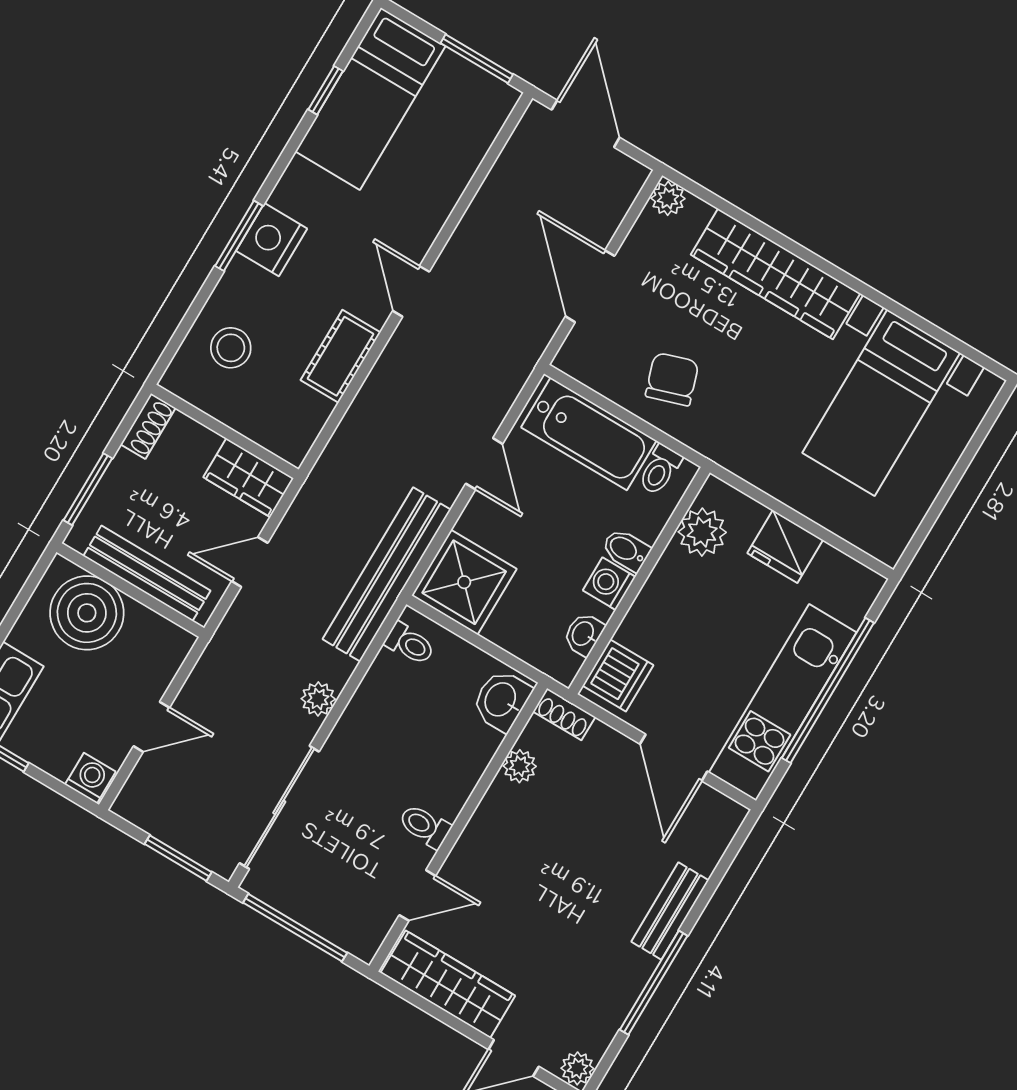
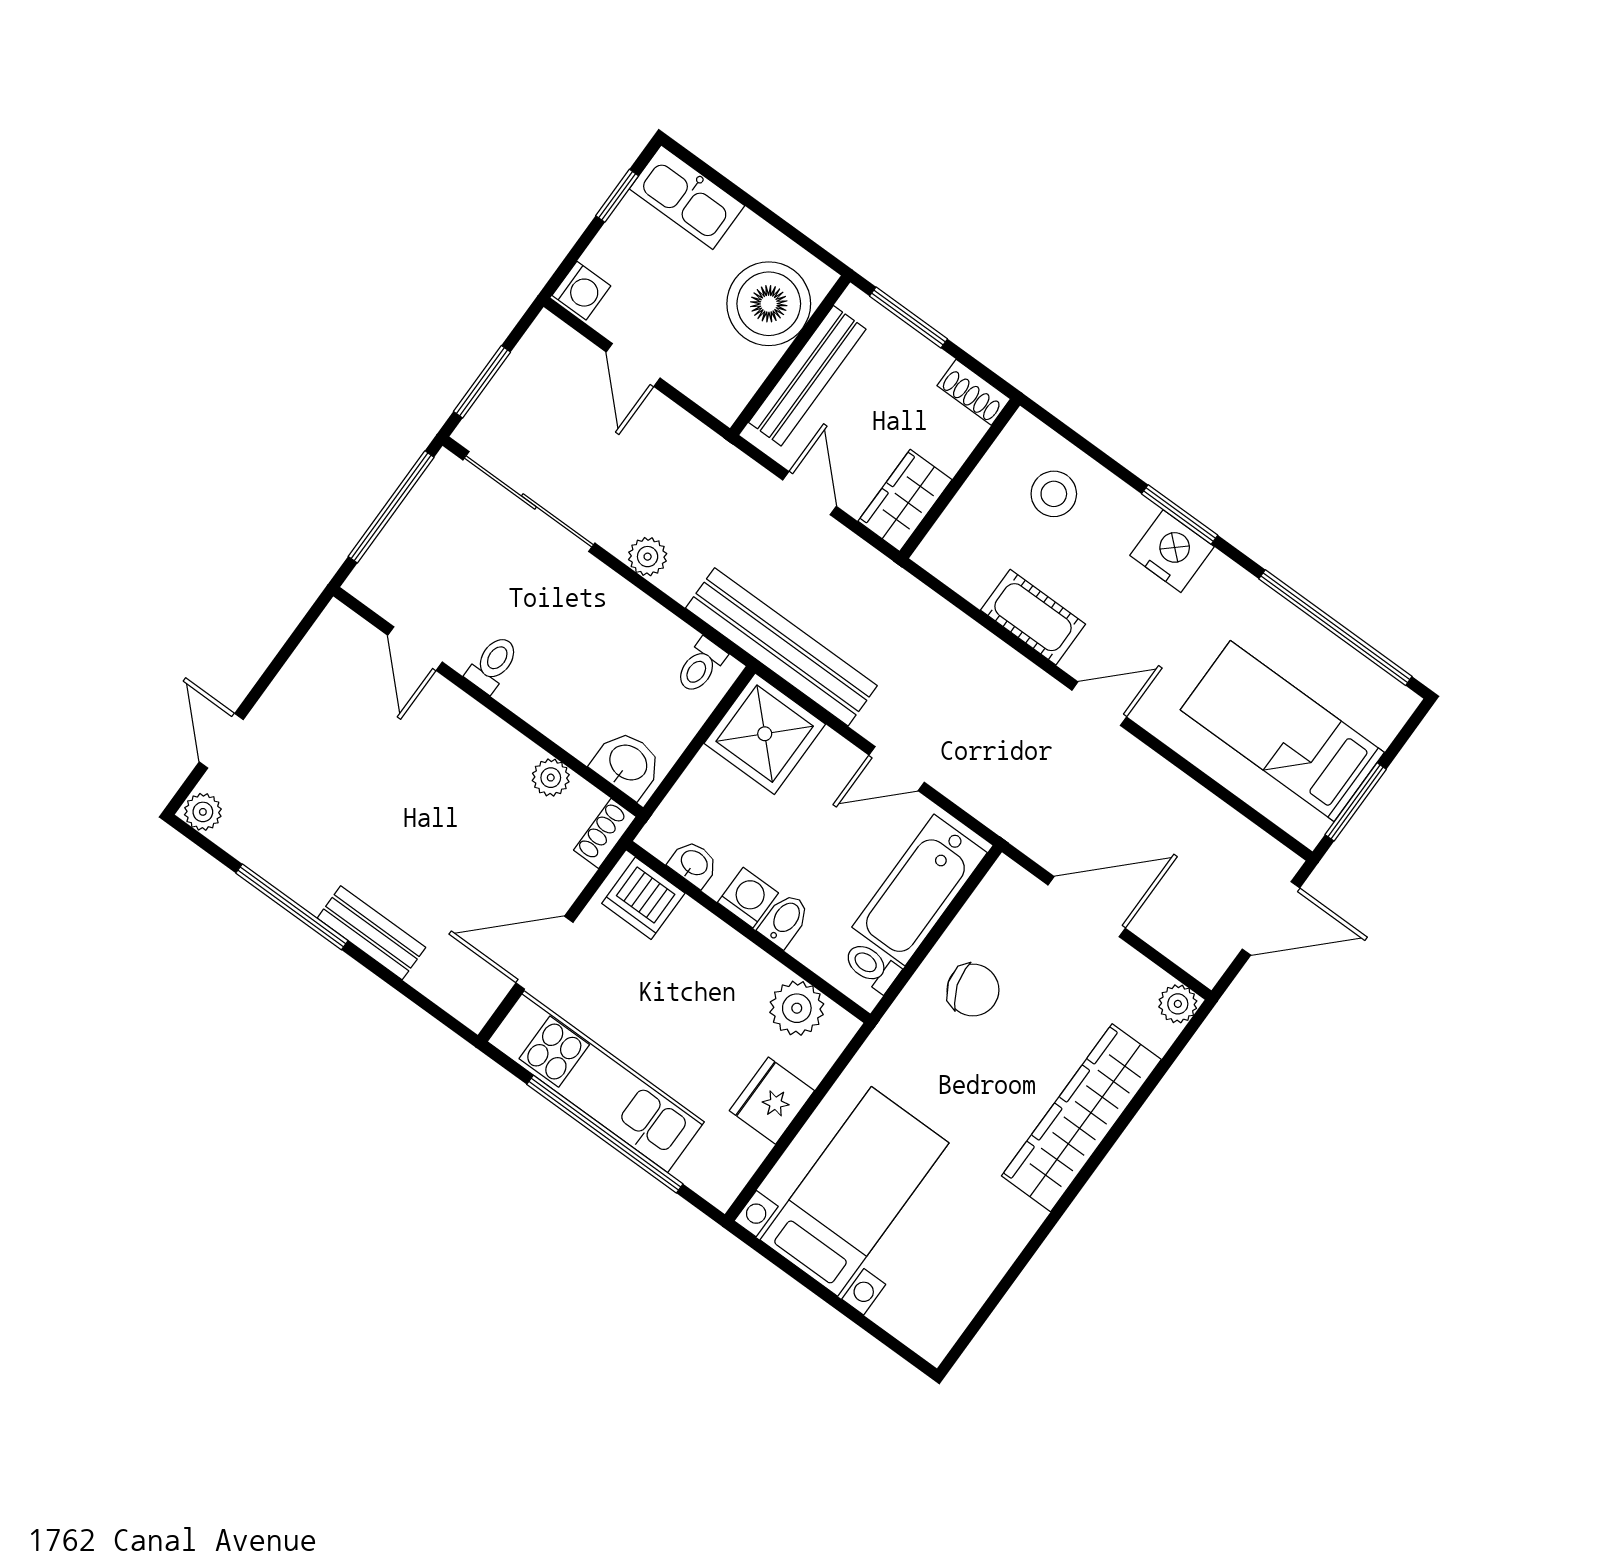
window: (326, 90) -> (1335, 628), width x3.17
bed: (370, 99) -> (1282, 731), moved
bed with nightstands: (881, 403) -> (854, 1191), moved, turned 90
wardrobe: (448, 984) -> (312, 674), removed

